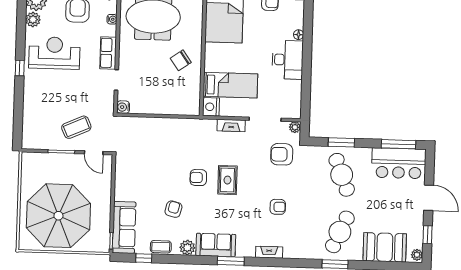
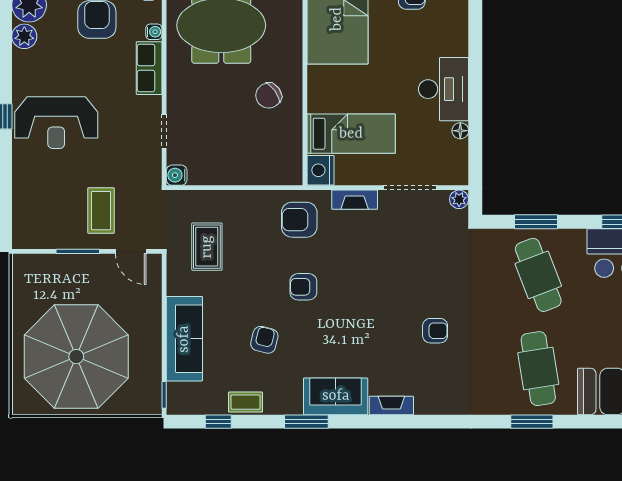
floor lamp: (299, 35) -> (460, 131), moved
reception desk: (54, 53) -> (56, 123), moved, turned 180
row of seats: (108, 53) -> (149, 68), moved
coffee table: (76, 127) -> (101, 211), turned -66
armchair: (282, 154) -> (299, 220), moved
rug: (227, 180) -> (207, 247), moved
sofa: (124, 227) -> (184, 339), moved
cafe table: (340, 232) -> (538, 369), turned -33
plant: (187, 248) -> (289, 402), removed
fireplace: (269, 252) -> (391, 405), moved
window: (231, 261) -> (306, 422), moved

